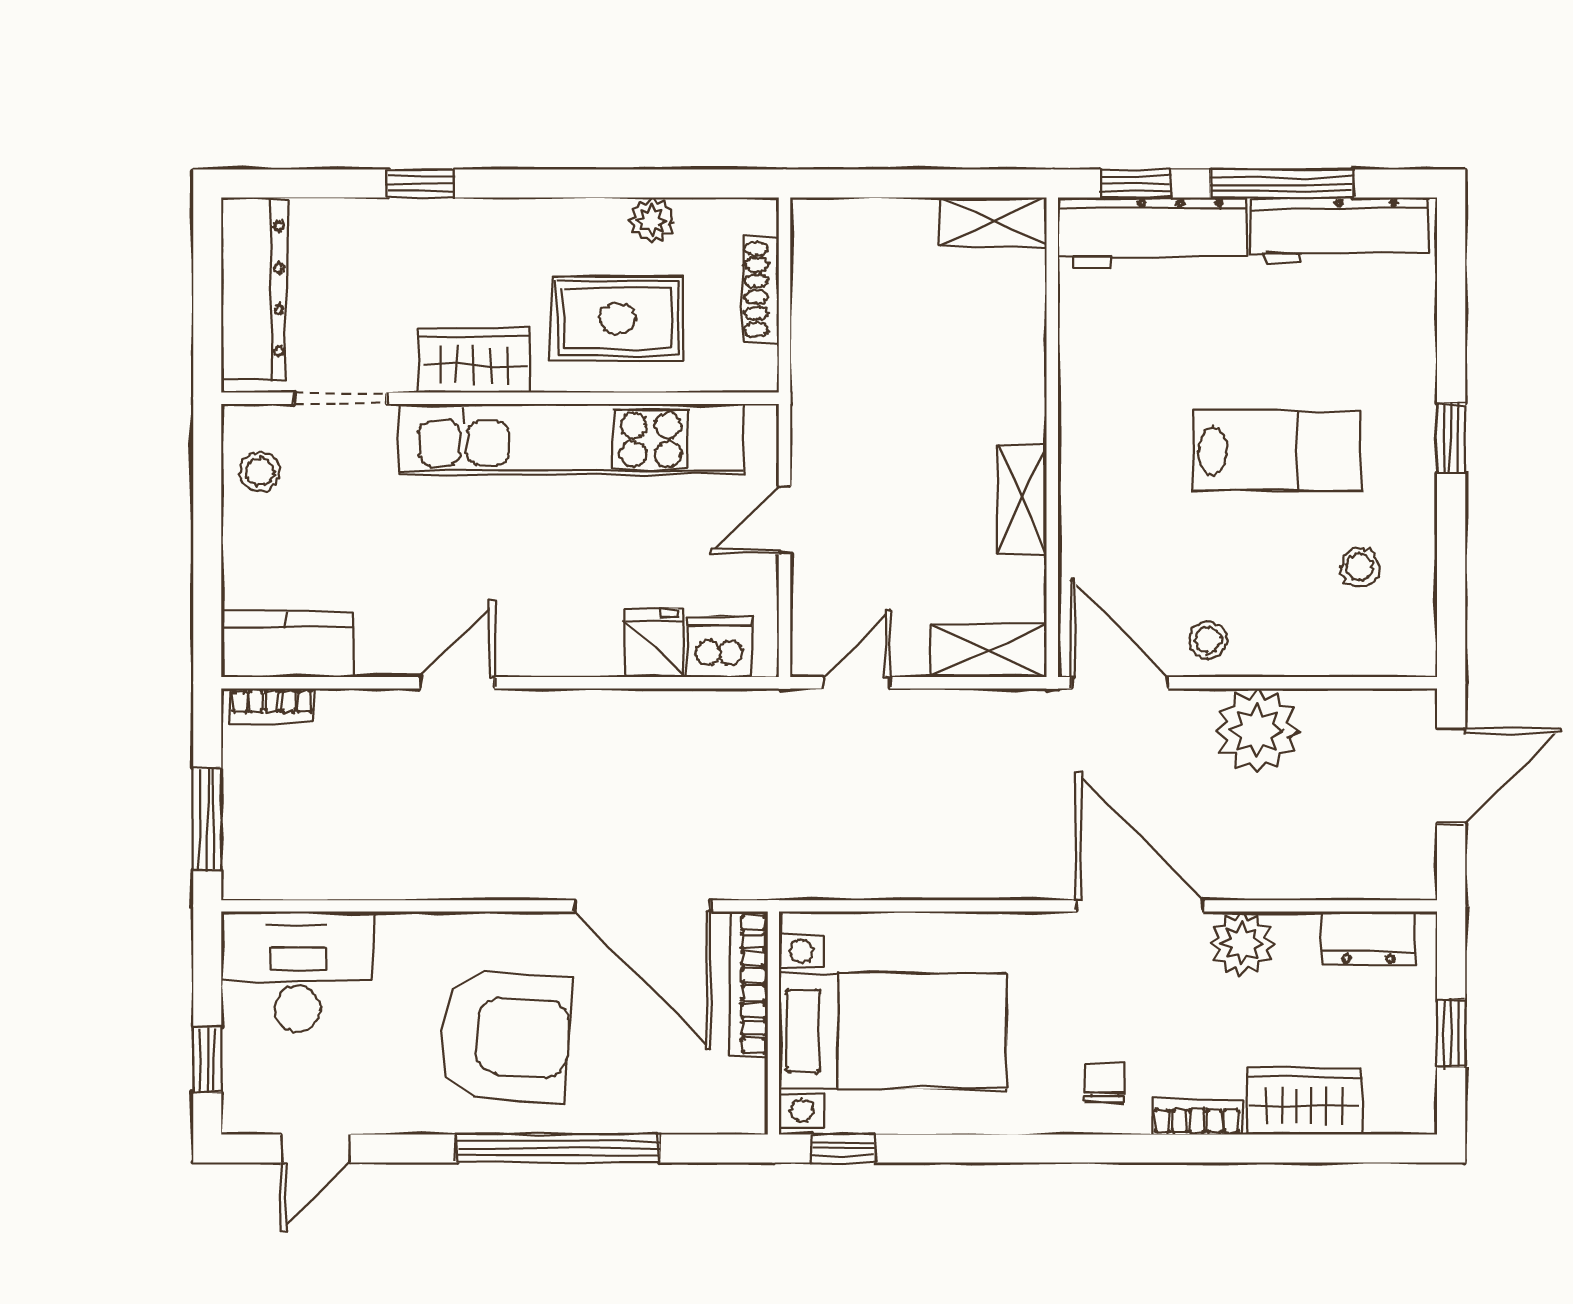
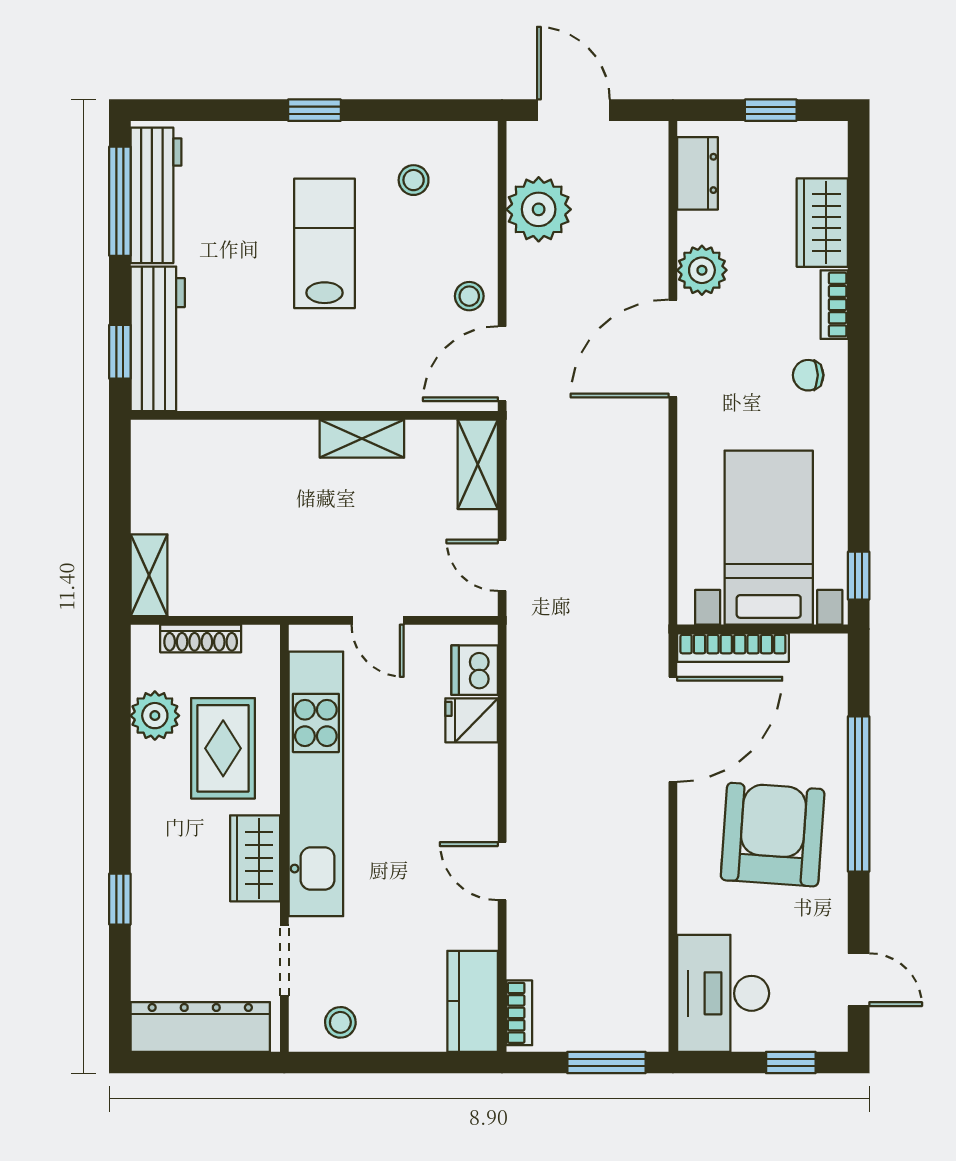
window: (1282, 184) -> (120, 201), moved
plant: (652, 221) -> (155, 716), width x1.38, depth x1.38
shelving: (993, 222) -> (149, 575), moved
plant: (1257, 730) -> (539, 209), moved

